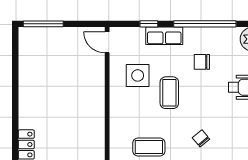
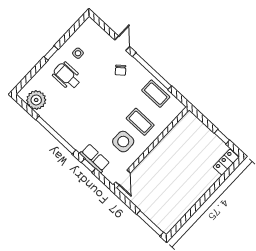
row of seats: (164, 36) -> (95, 158), moved
chair: (202, 62) -> (78, 114), removed
coffee table: (169, 93) -> (140, 122), moved, turned 90

